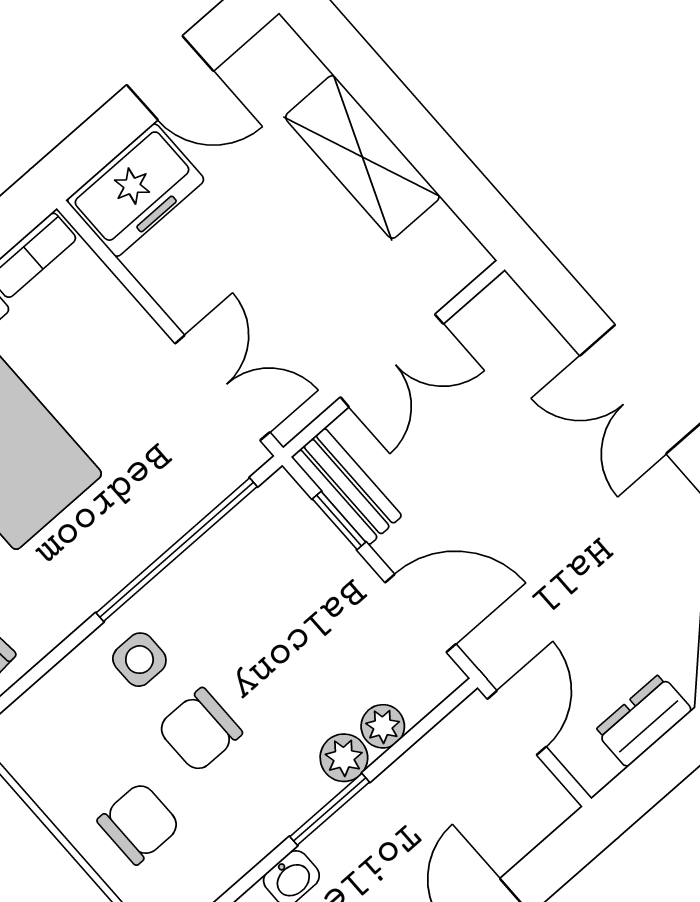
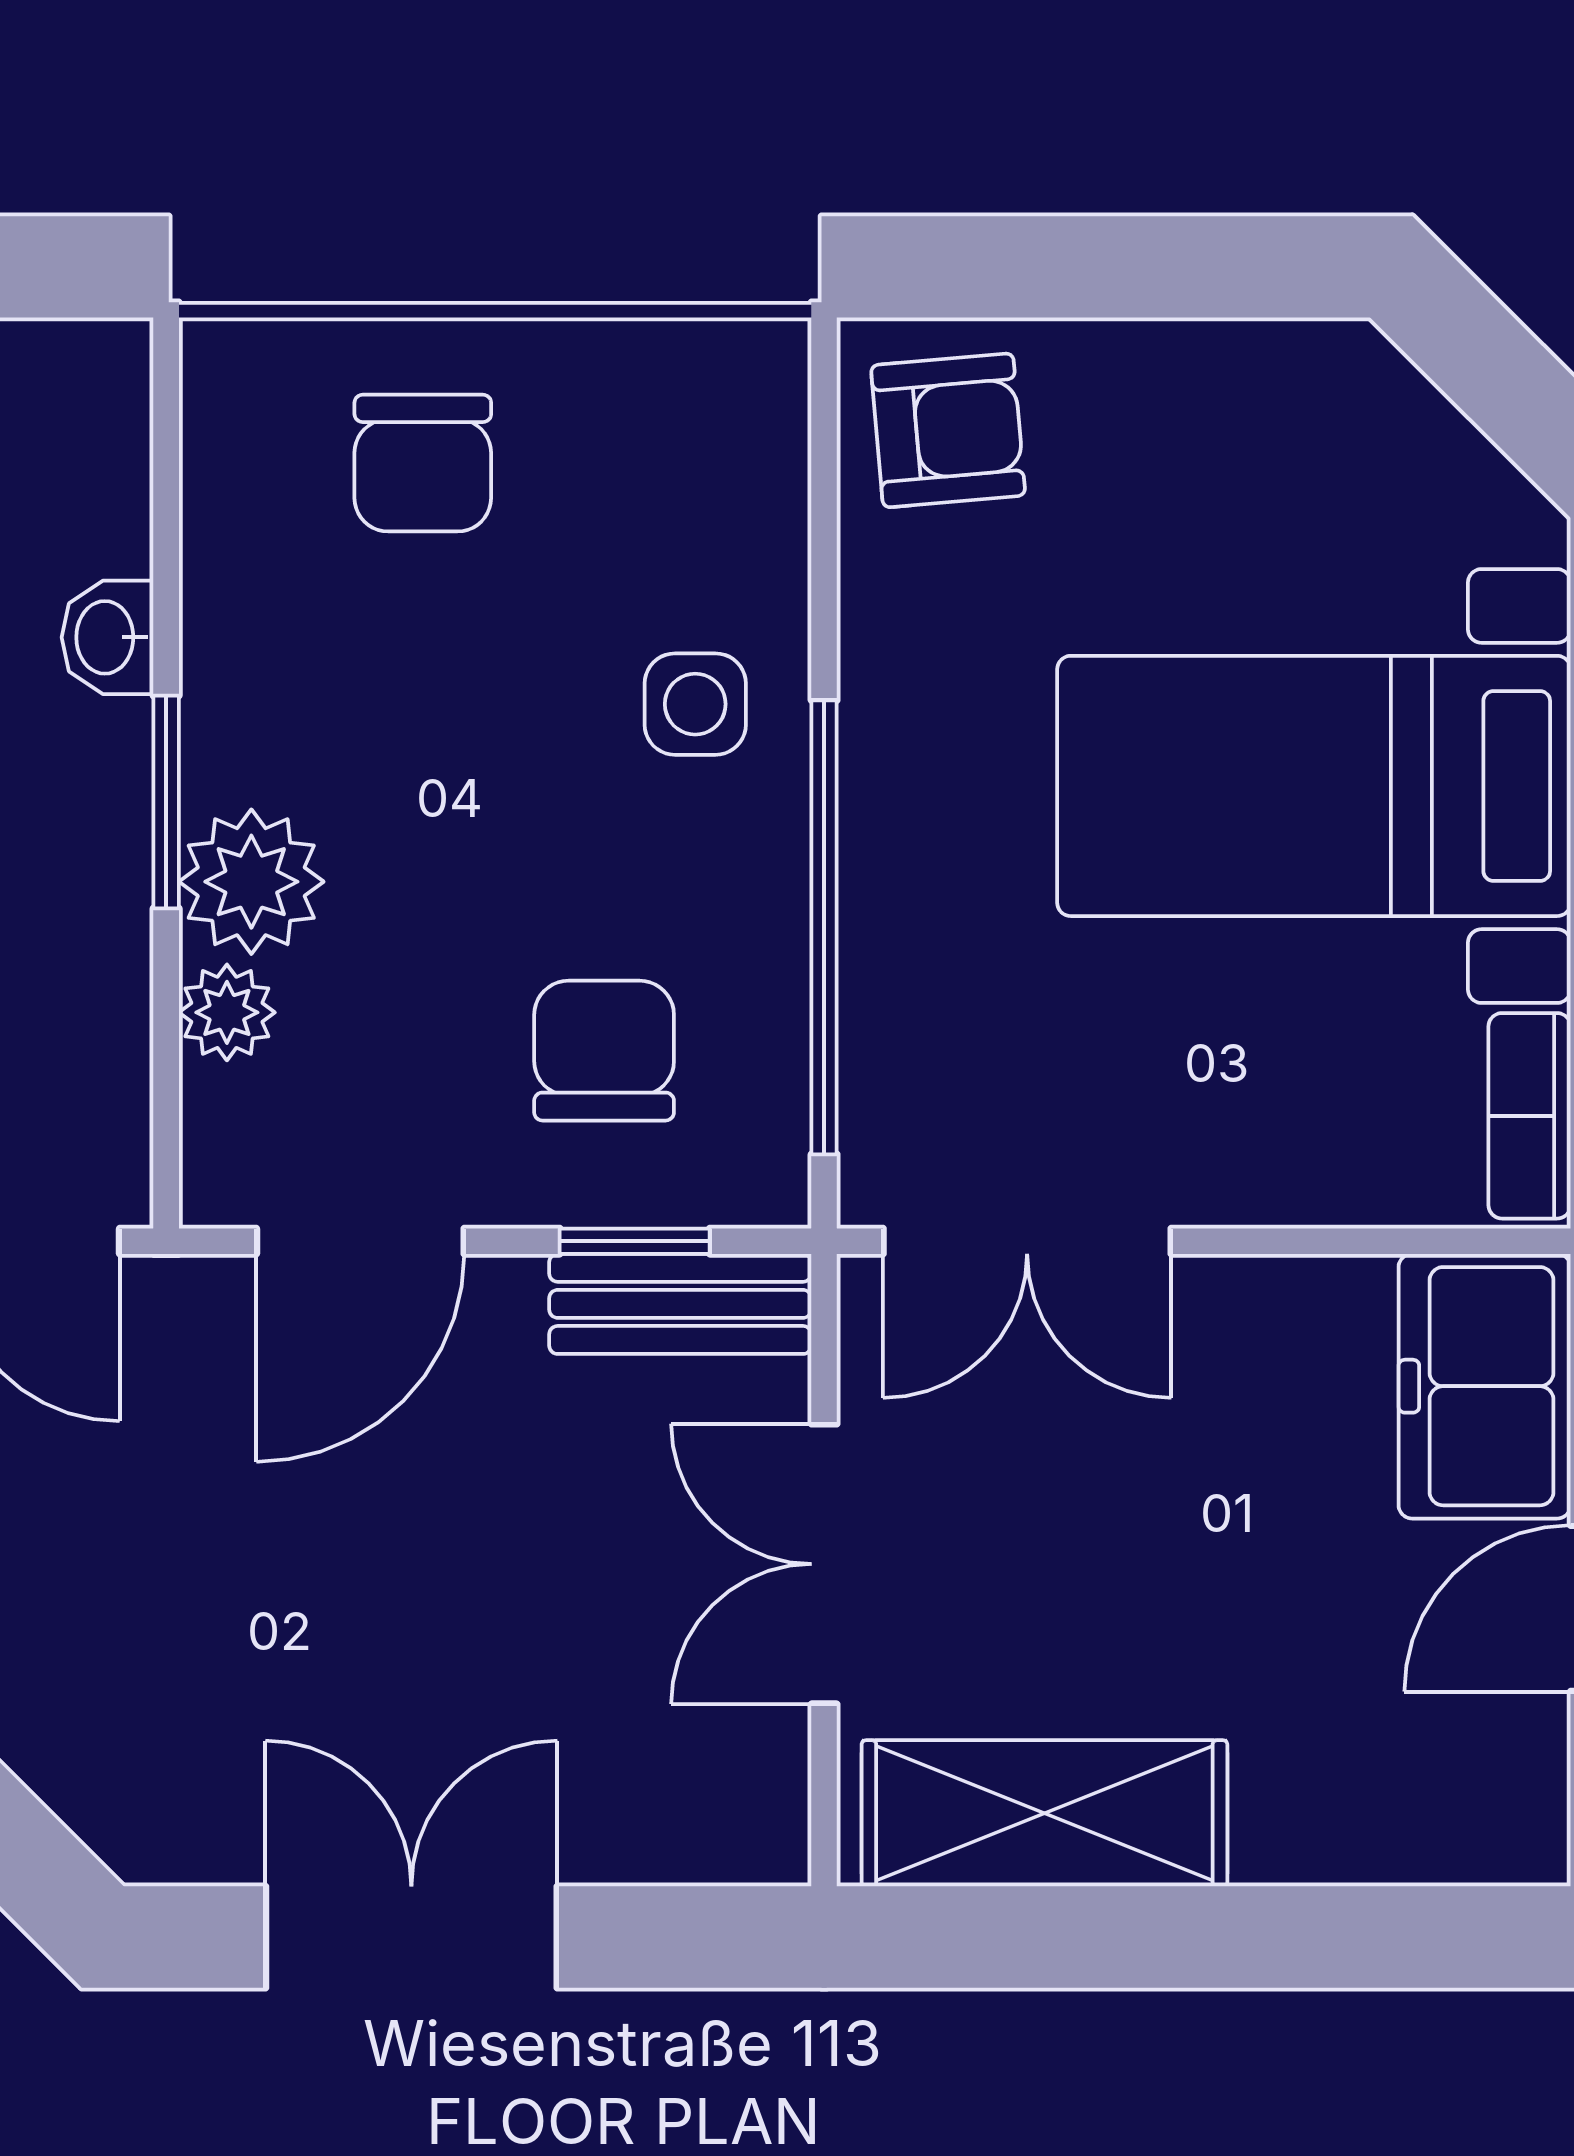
shelving: (362, 157) -> (1044, 1813), moved
chair: (200, 730) -> (604, 1051), moved
plant: (344, 758) -> (251, 882), width x1.38, depth x1.38

